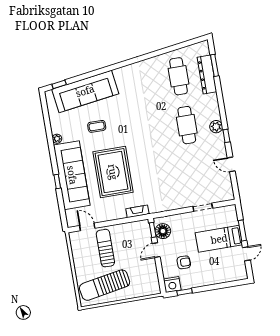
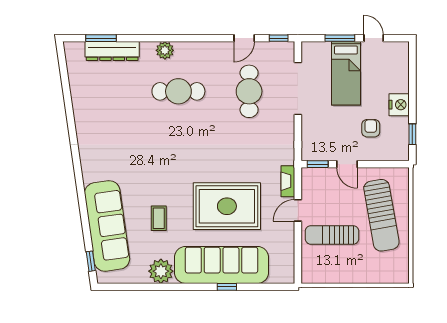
cafe table: (178, 76) -> (249, 91), moved, turned 90
plant: (216, 127) -> (165, 50), moved
window: (226, 136) -> (279, 38), moved
plant: (57, 139) -> (161, 271), width x1.87, depth x1.87
doorway: (203, 207) -> (298, 88), width x1.87
door: (87, 227) -> (298, 210), moved
floor lamp: (163, 231) -> (322, 150), removed
sun lounger: (105, 285) -> (381, 215), moved
nightstand: (172, 285) -> (399, 105), moved

